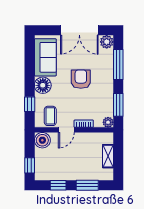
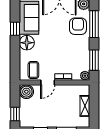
armchair: (81, 79) -> (78, 26), moved
window: (30, 104) -> (15, 29), moved

